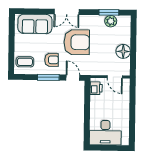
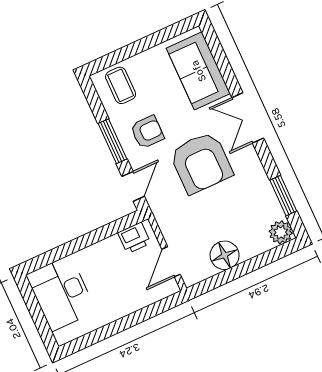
plant: (111, 21) -> (281, 232), moved
armchair: (52, 60) -> (147, 132), turned -90

